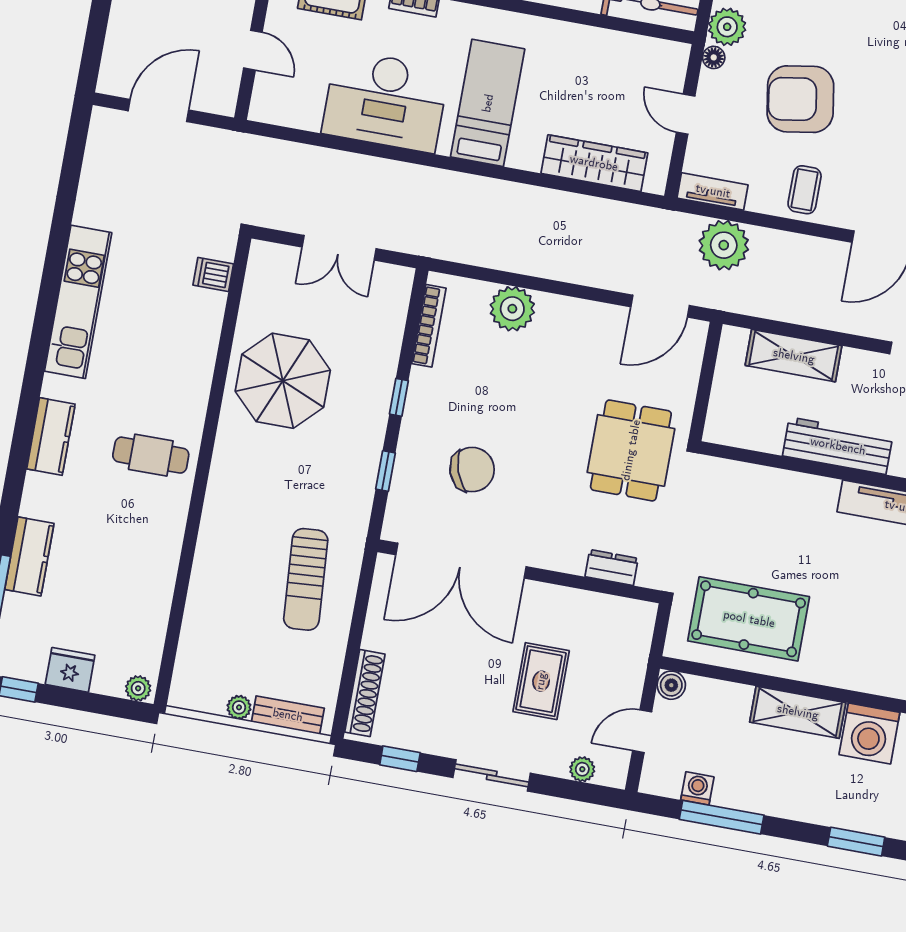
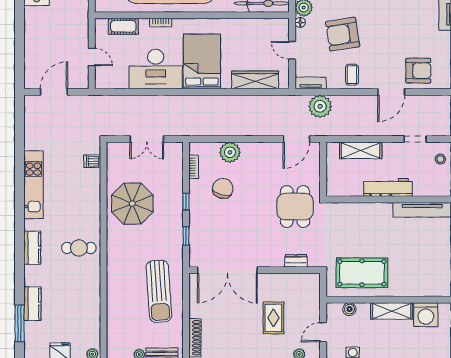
bed: (488, 103) -> (202, 61), width x1.50
bookcase: (429, 326) -> (194, 167), width x0.64
chair: (472, 470) -> (223, 188), moved, turned -56
sun lounger: (306, 579) -> (159, 291), width x1.36, depth x1.34
boiler: (671, 685) -> (349, 309), moved

